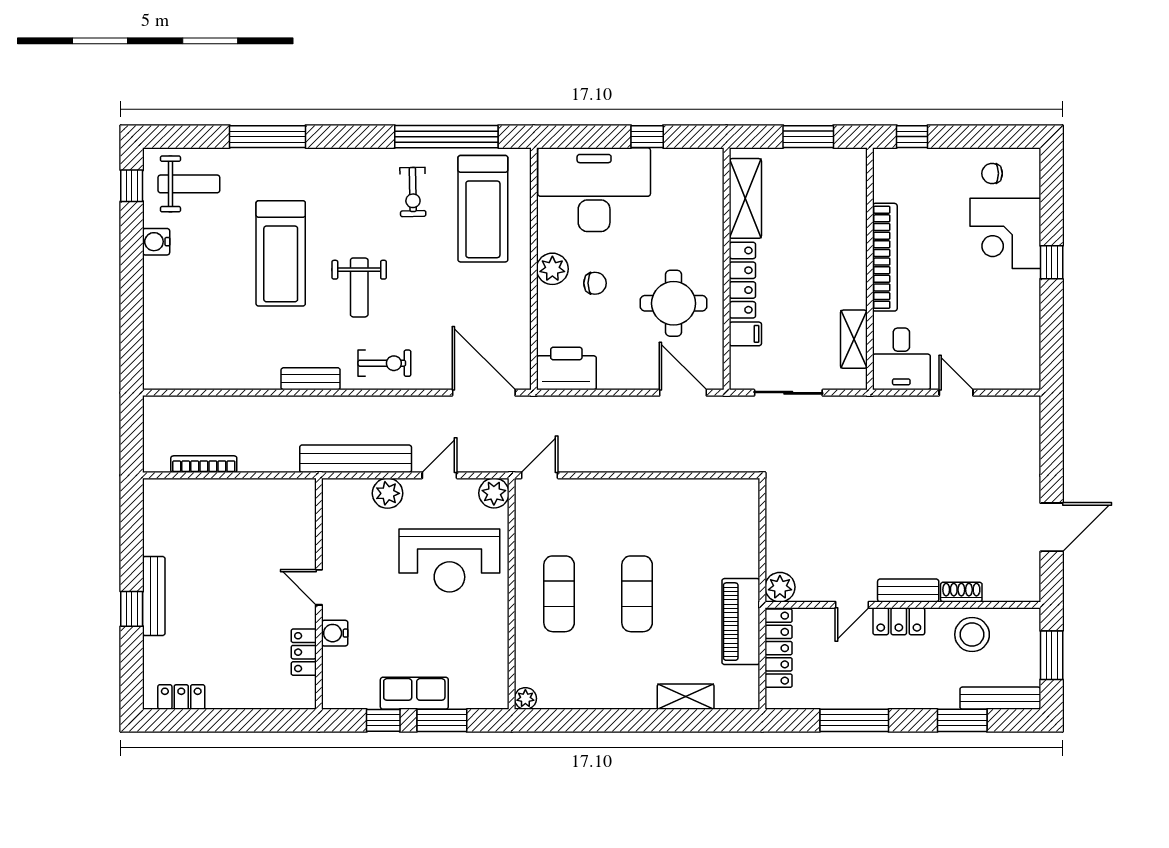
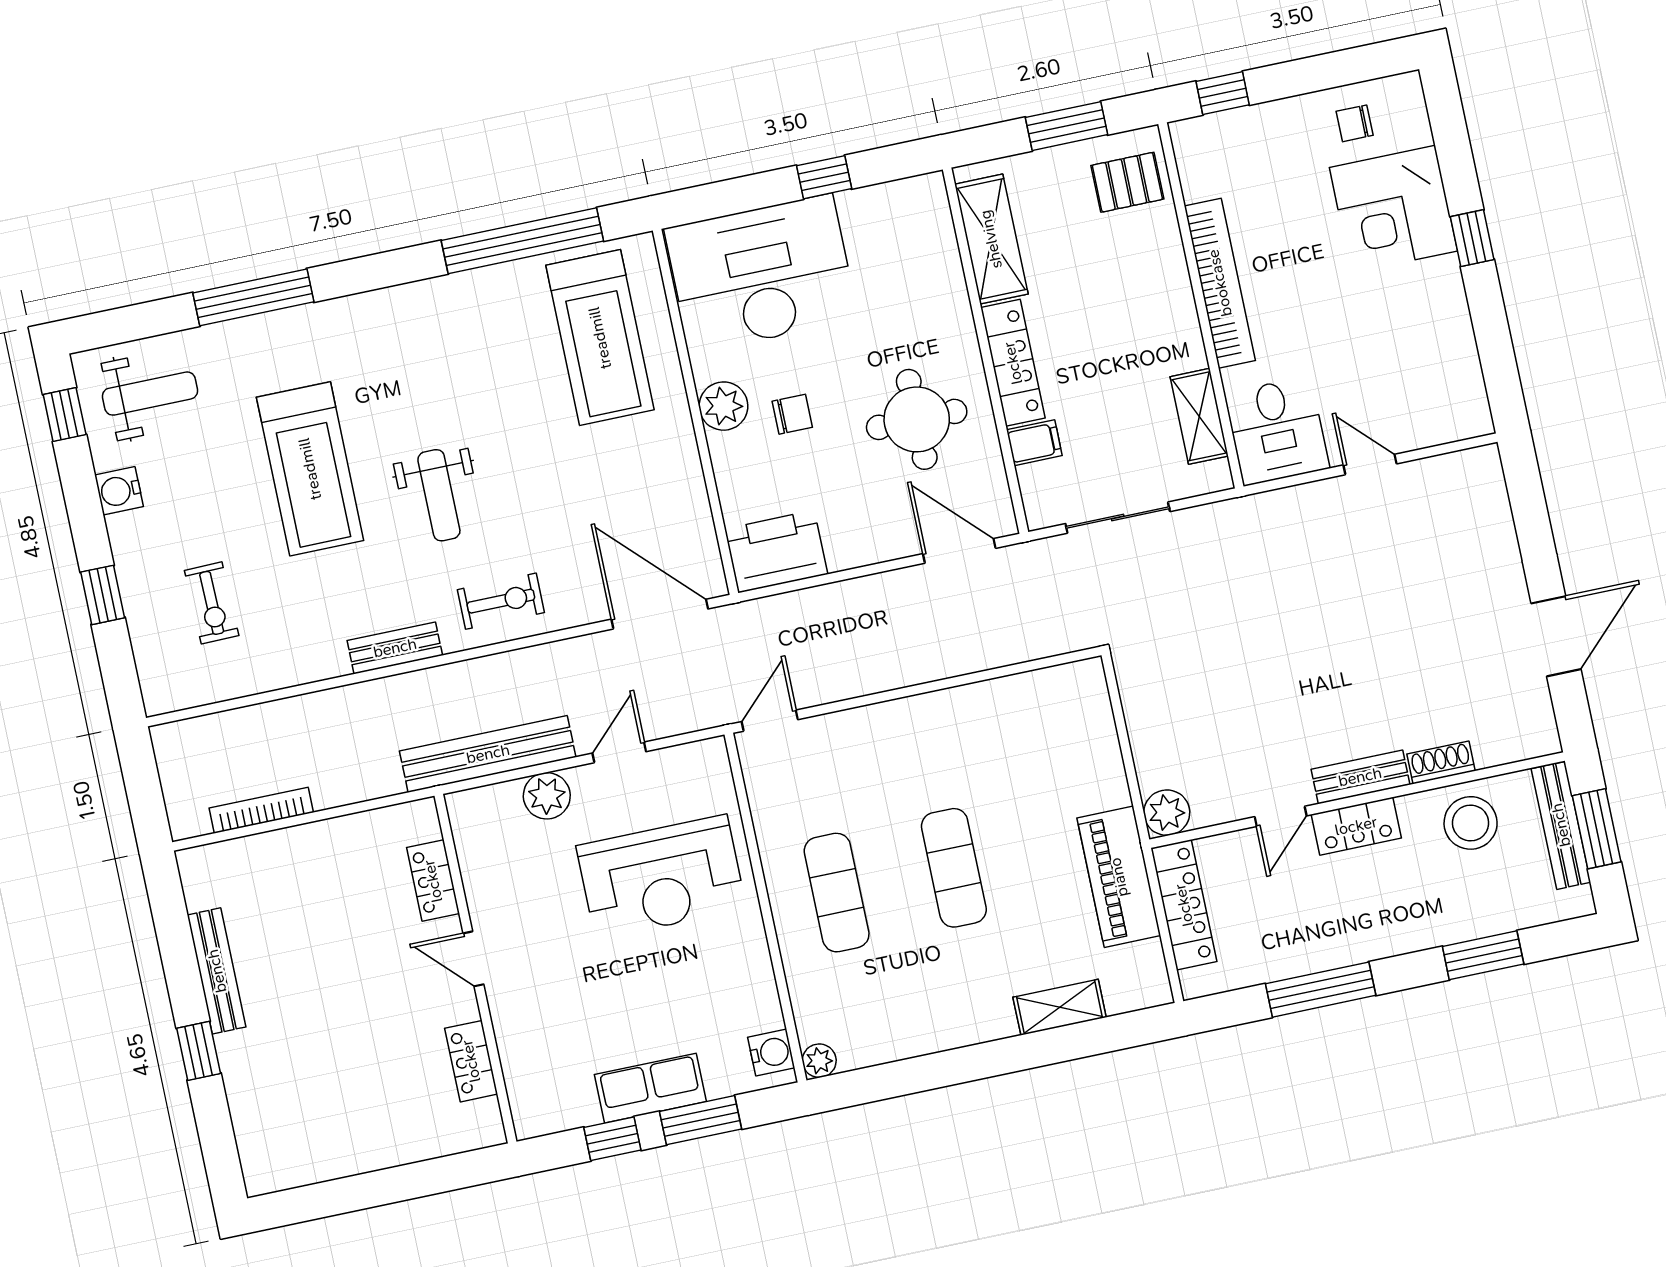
pallet: (839, 181) -> (1127, 182), added
exercise bike: (413, 192) -> (212, 603), moved
window: (132, 306) -> (103, 595), added
plant: (494, 493) -> (707, 762), removed
bench: (154, 596) -> (217, 971), moved
water cooler: (335, 633) -> (771, 1053), moved, turned 180
locker: (181, 697) -> (433, 881), moved, turned -90
bench: (1000, 698) -> (1561, 825), moved, turned 90

